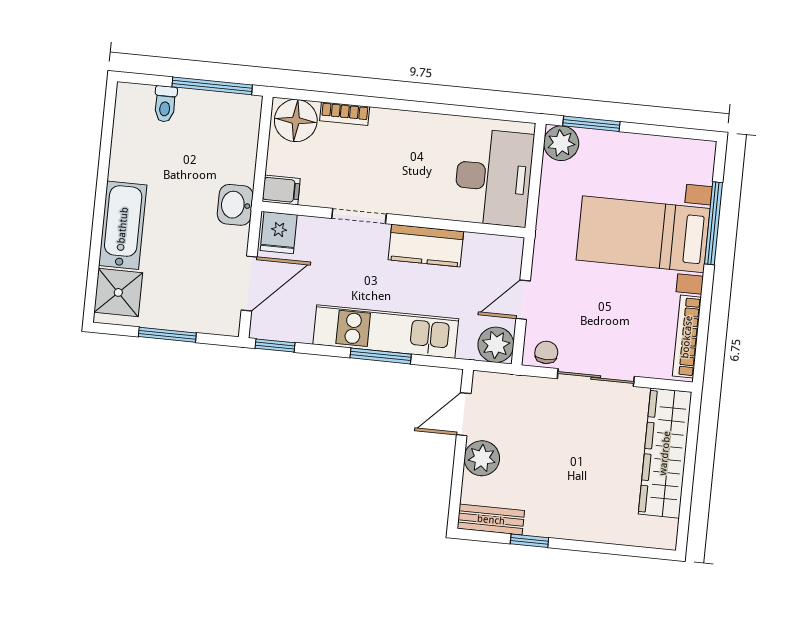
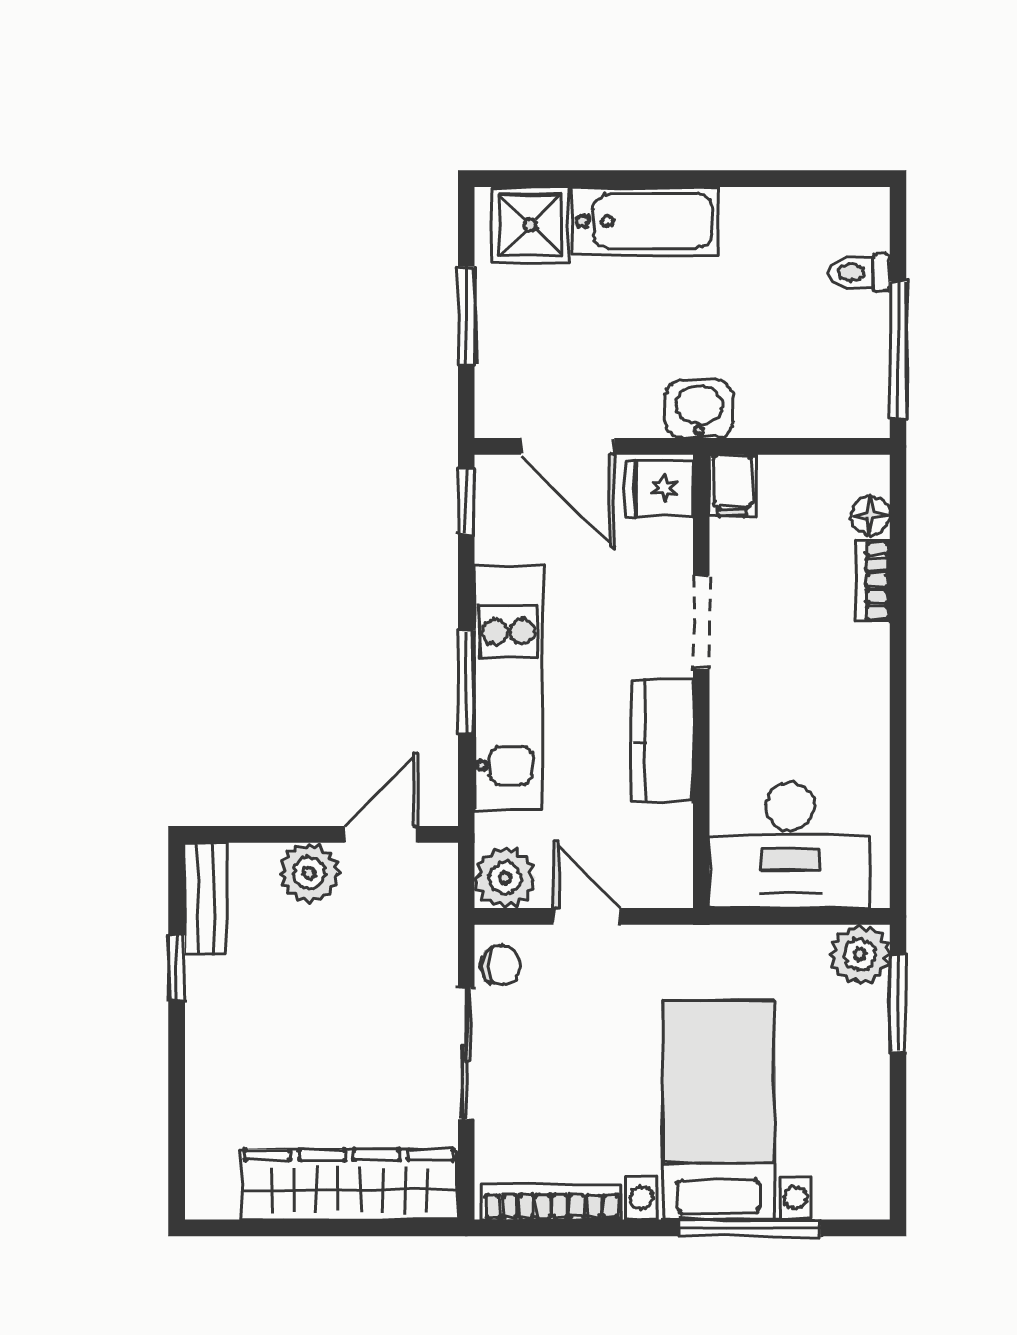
floor lamp: (296, 120) -> (871, 515), width x0.53, depth x0.53
door: (464, 414) -> (381, 834), hinge flipped

